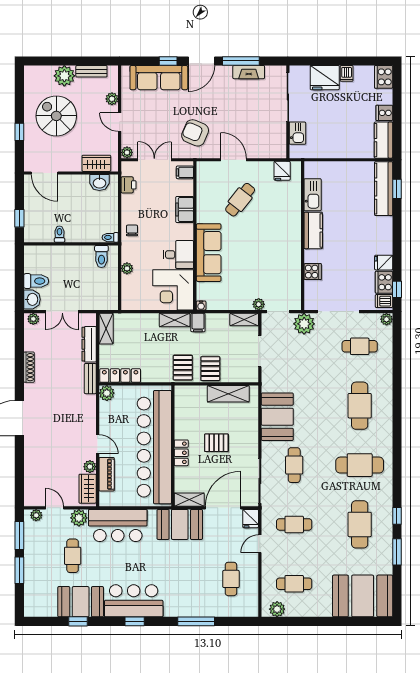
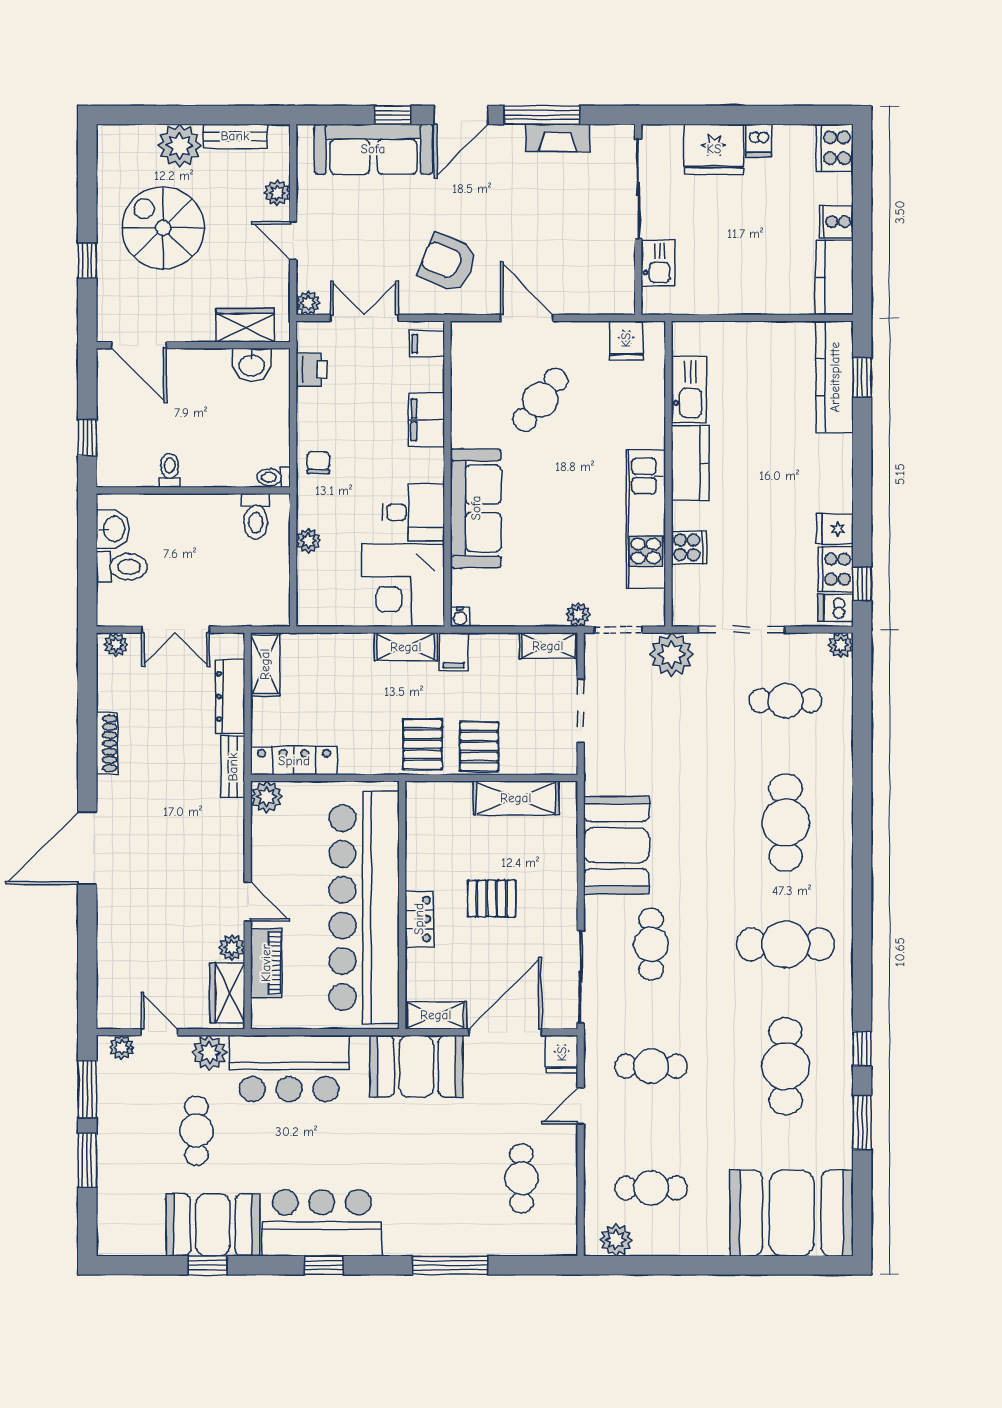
kitchen unit: (292, 258) -> (646, 519), added
washbasin: (32, 299) -> (113, 529), moved

